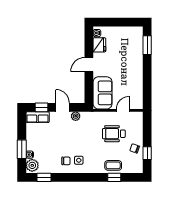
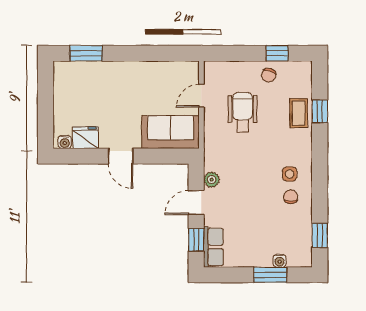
door: (123, 110) -> (201, 96), hinge flipped
wheelchair: (114, 134) -> (243, 112), turned 180
plant: (32, 165) -> (299, 256), removed

